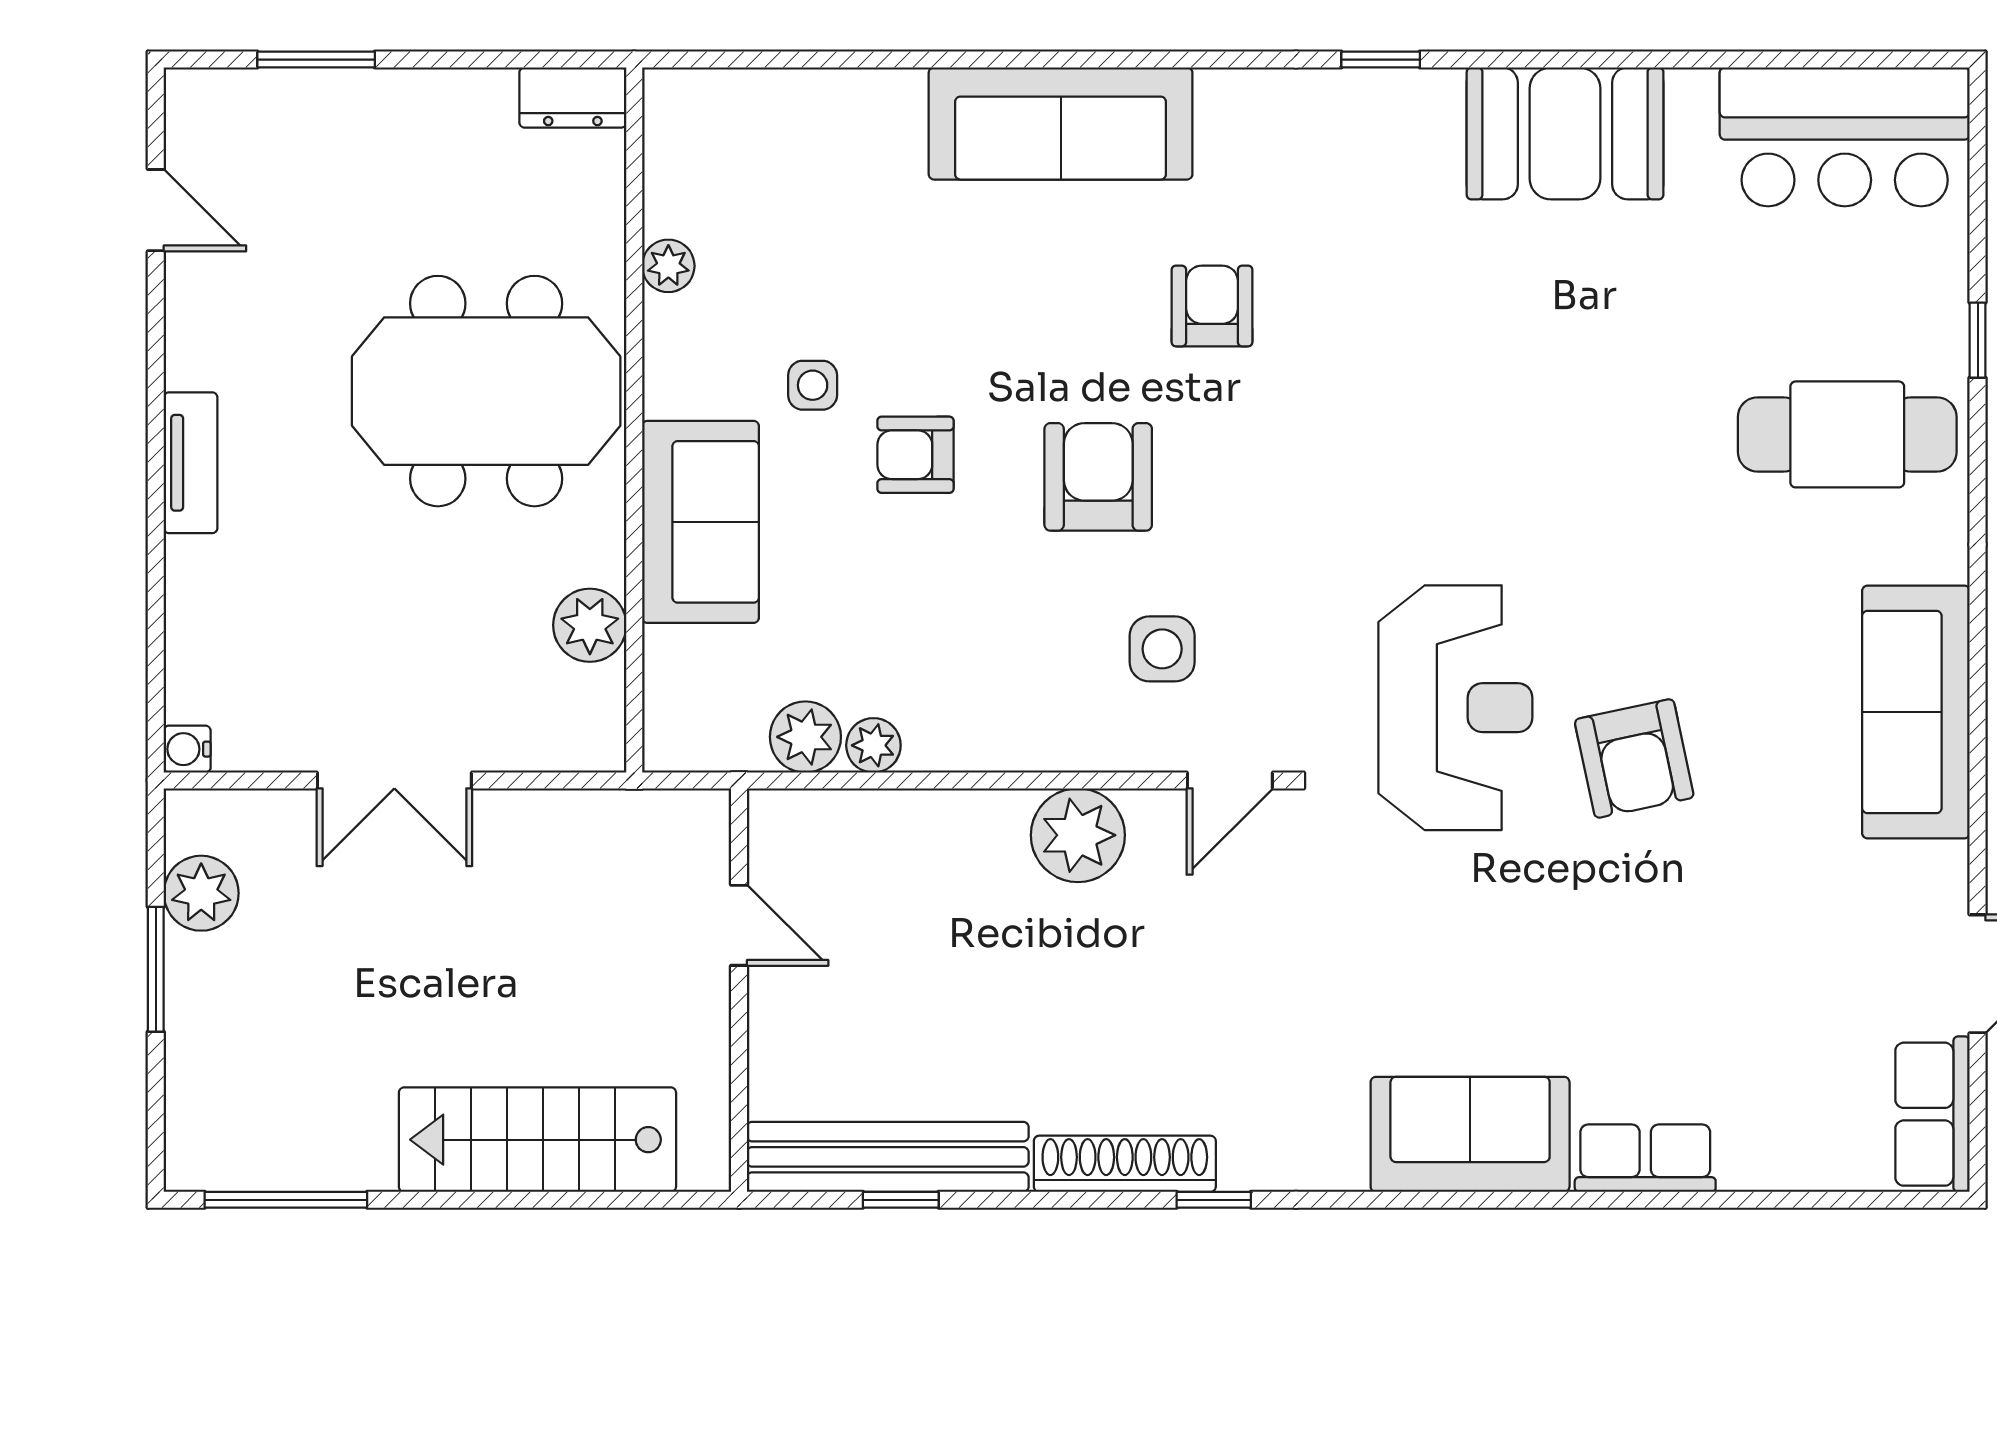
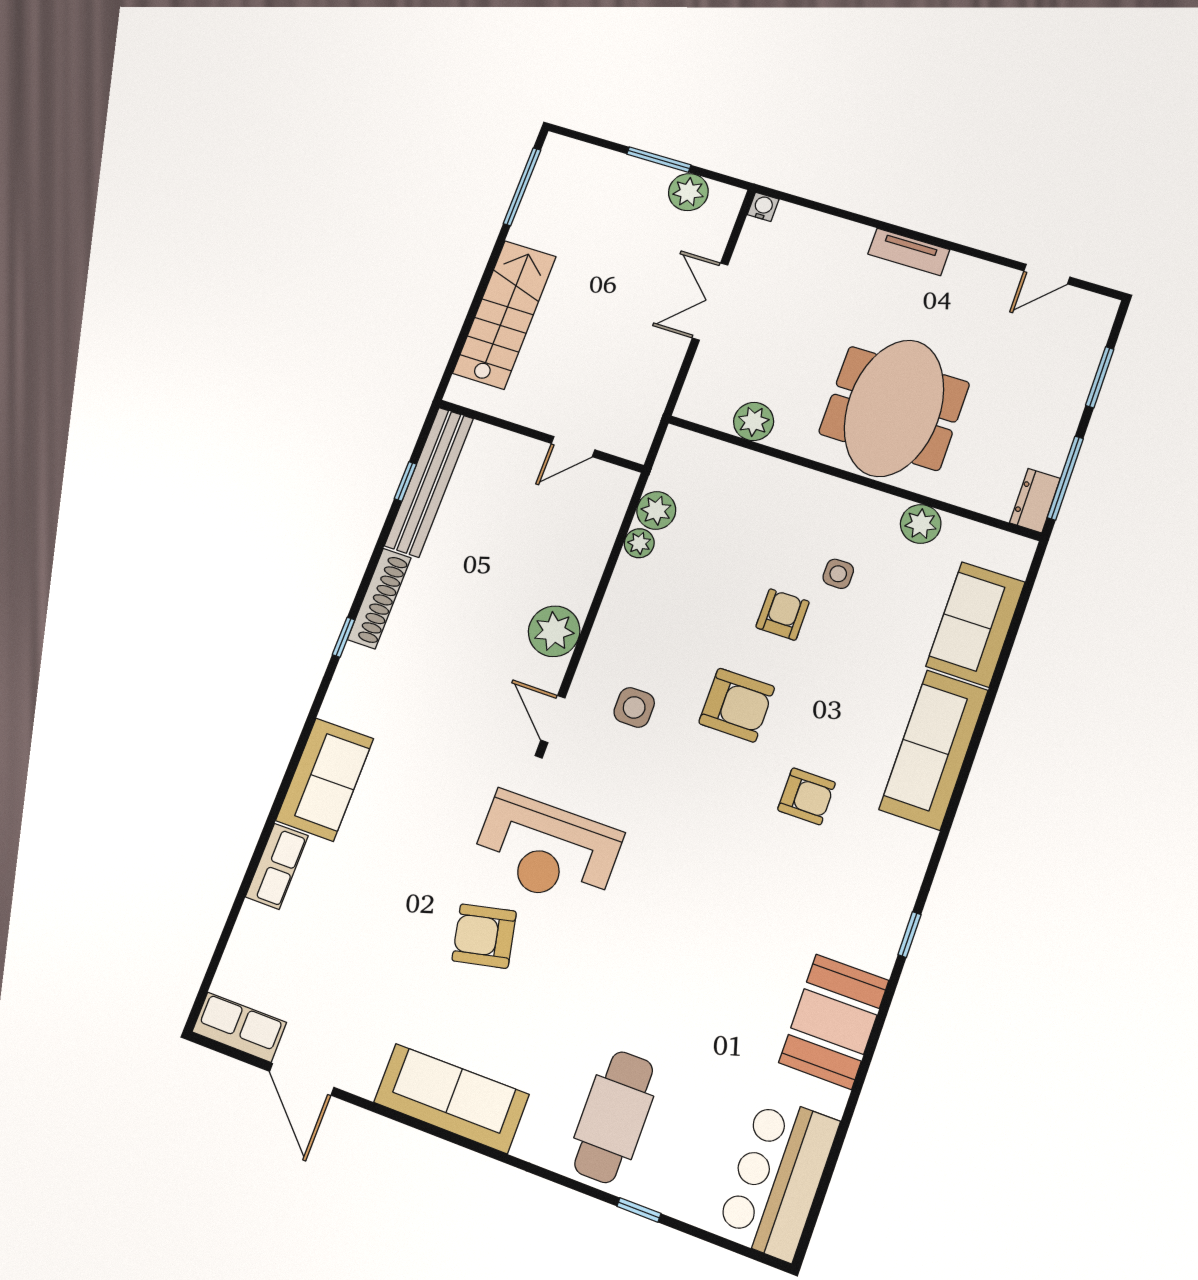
window: (516, 60) -> (1065, 478), added
plant: (668, 266) -> (921, 524), width x1.38, depth x1.38
sofa: (700, 522) -> (975, 624), moved, turned 90

